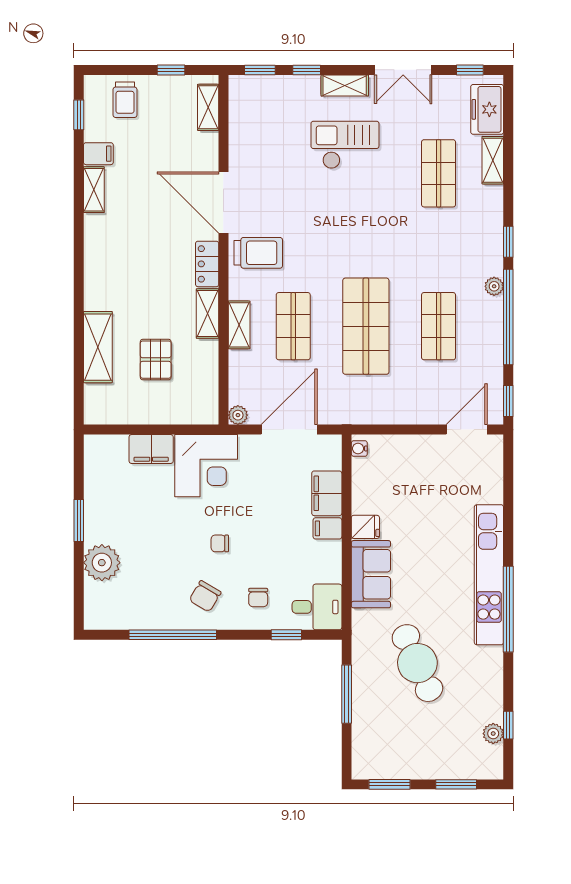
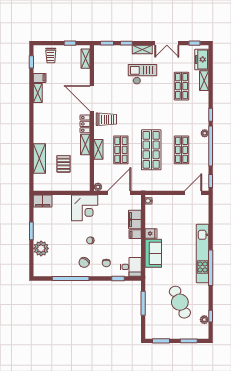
filing cabinet: (151, 449) -> (43, 201), moved
cafe table: (417, 663) -> (180, 302), moved

